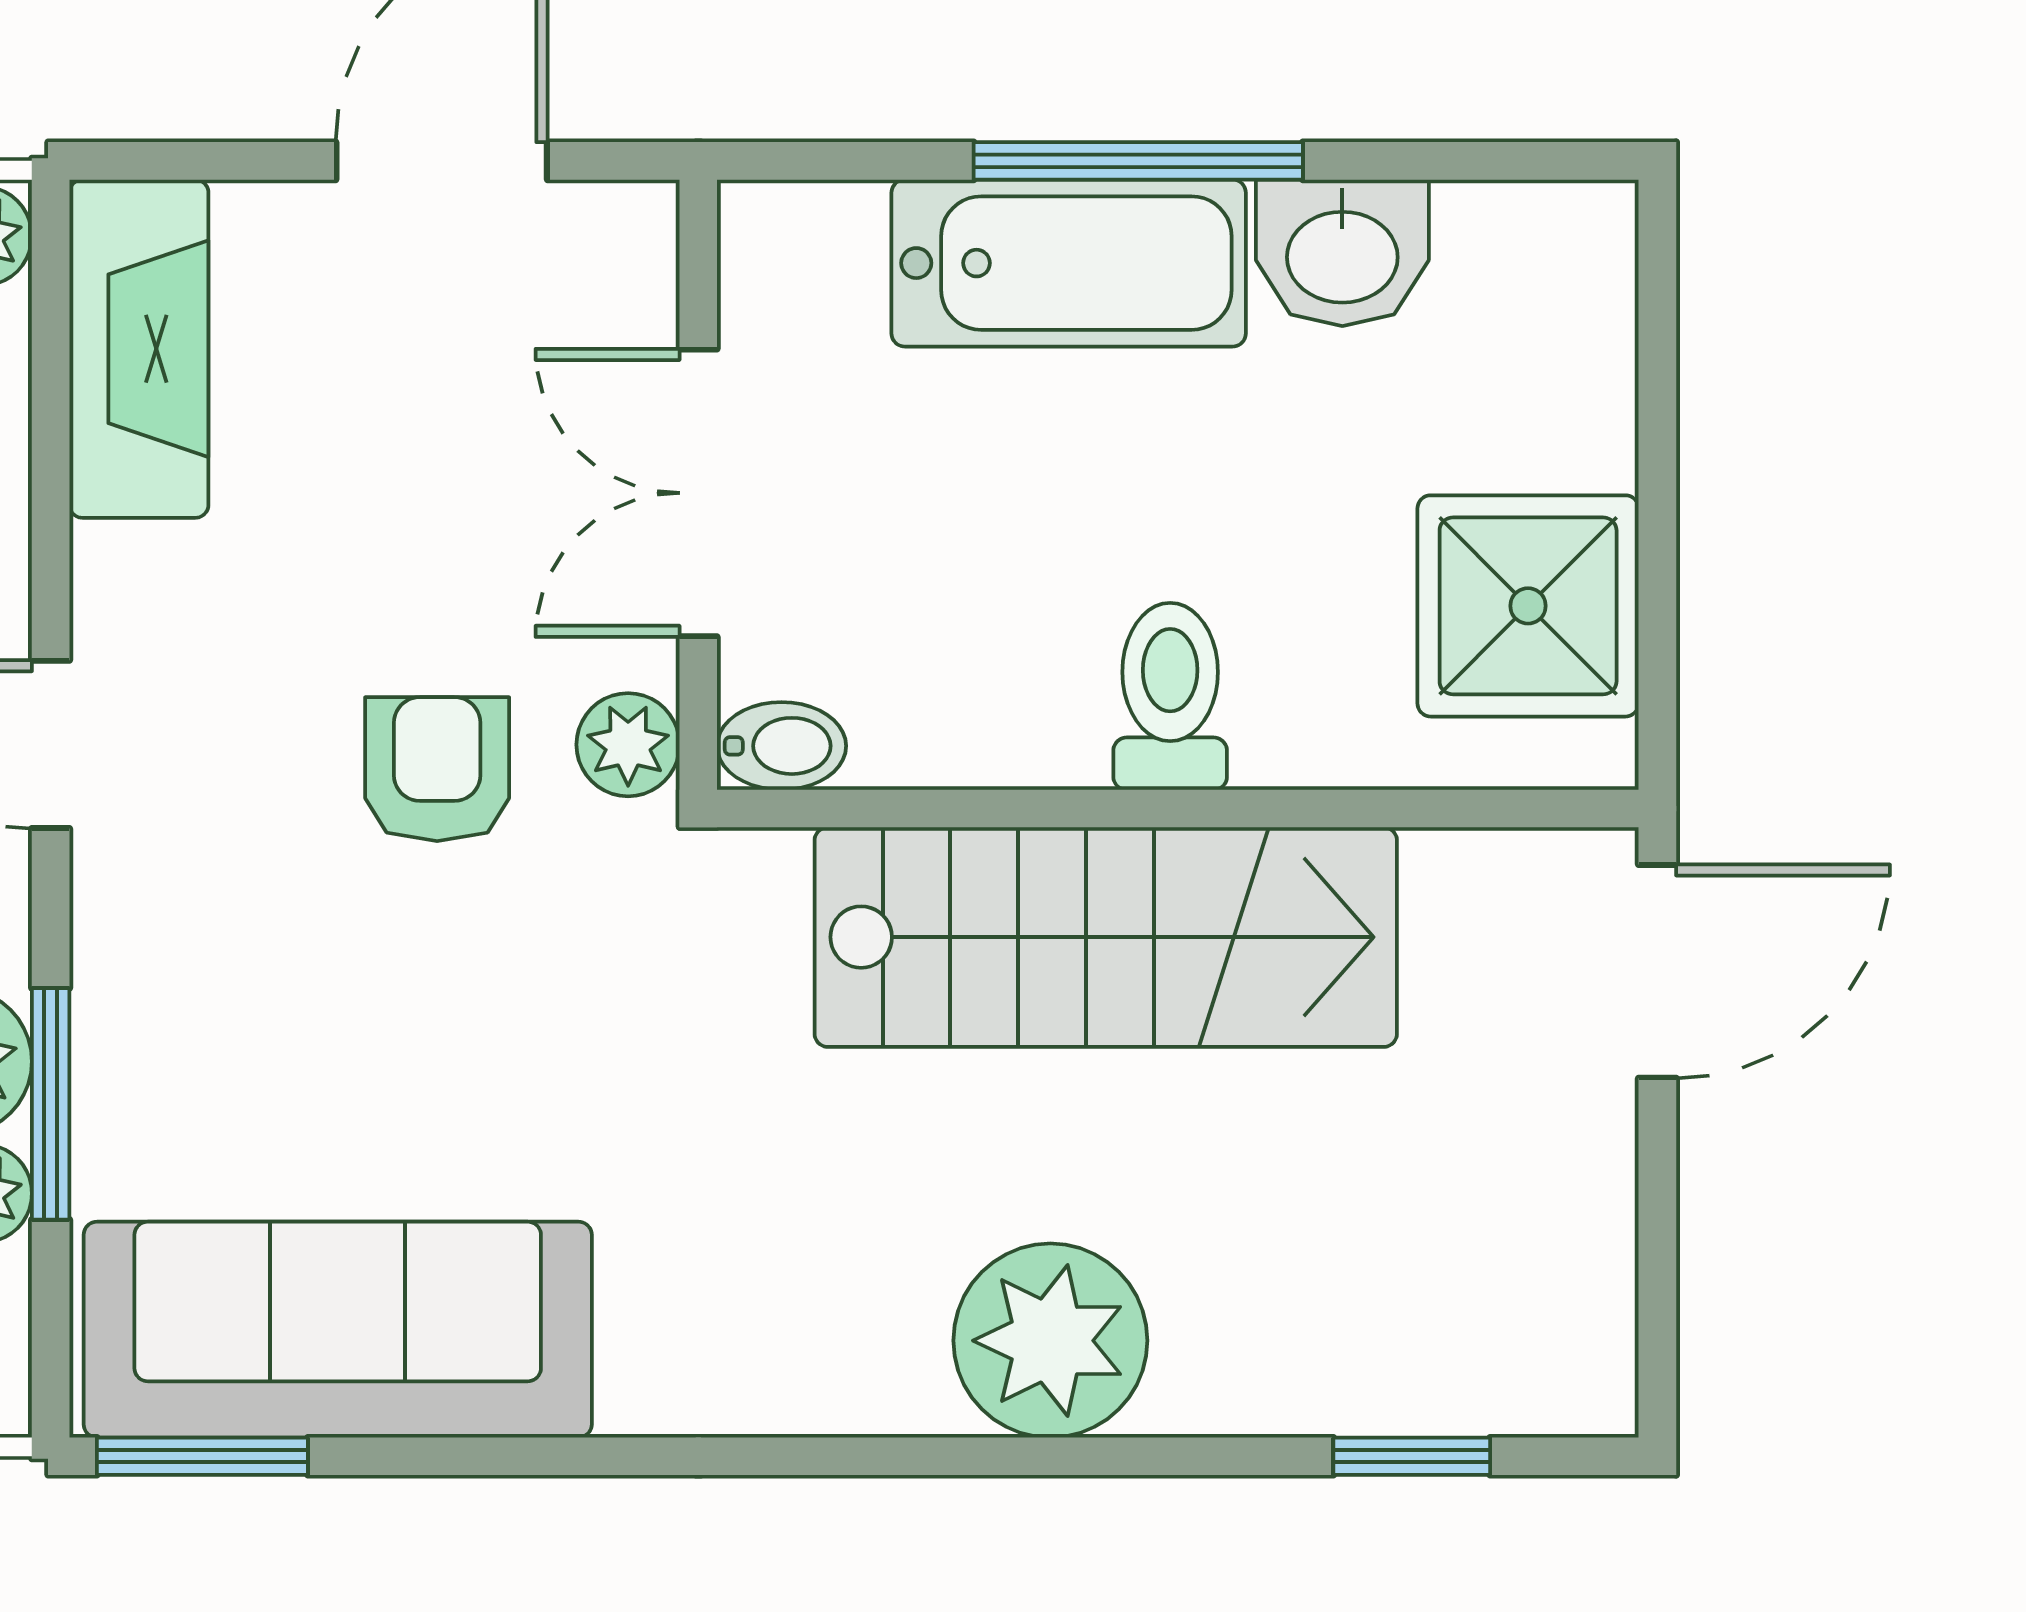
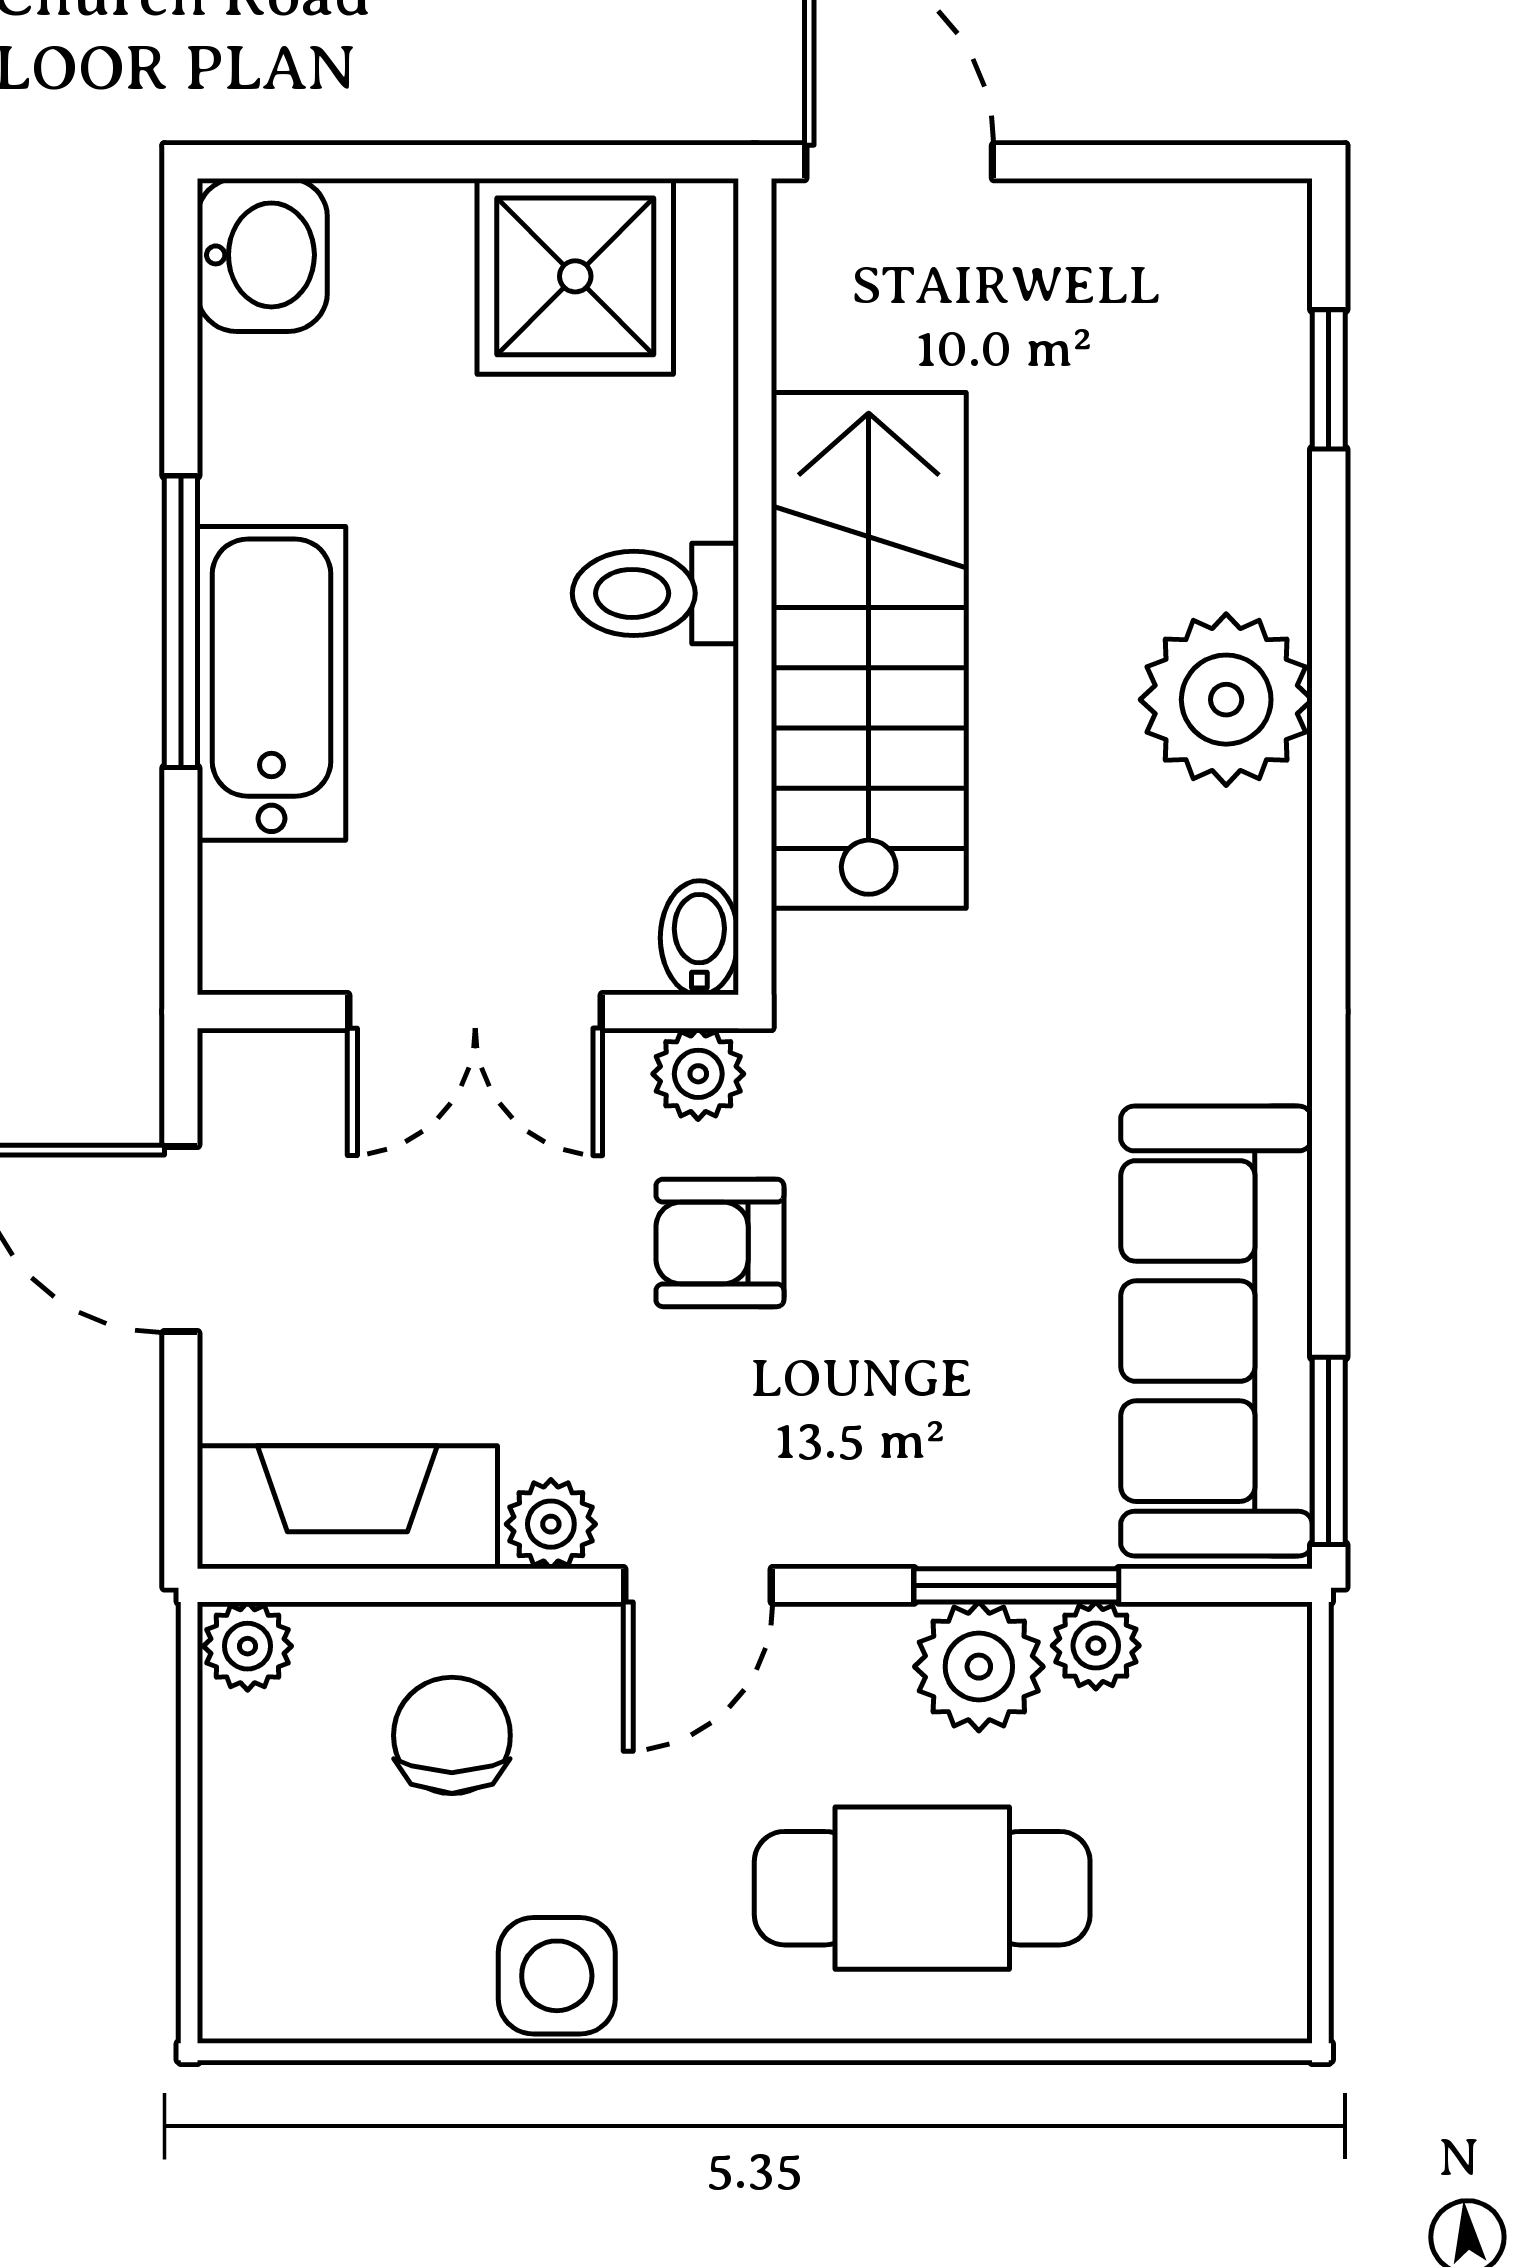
washbasin: (1342, 253) -> (262, 255), moved
plant: (120, 578) -> (551, 1524), added

